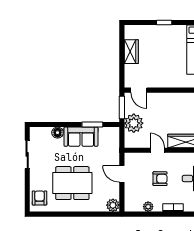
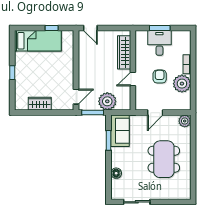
sofa: (81, 137) -> (120, 131), moved
armchair: (40, 198) -> (178, 190), removed
plant: (148, 207) -> (182, 84), width x1.88, depth x1.88

